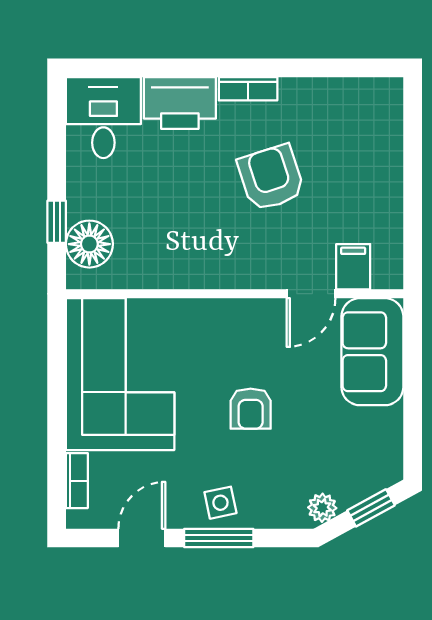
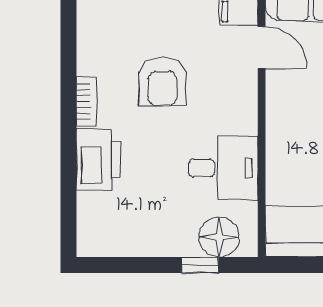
desk: (103, 118) -> (223, 168), moved, turned 180
armchair: (271, 178) -> (162, 82), turned -72

